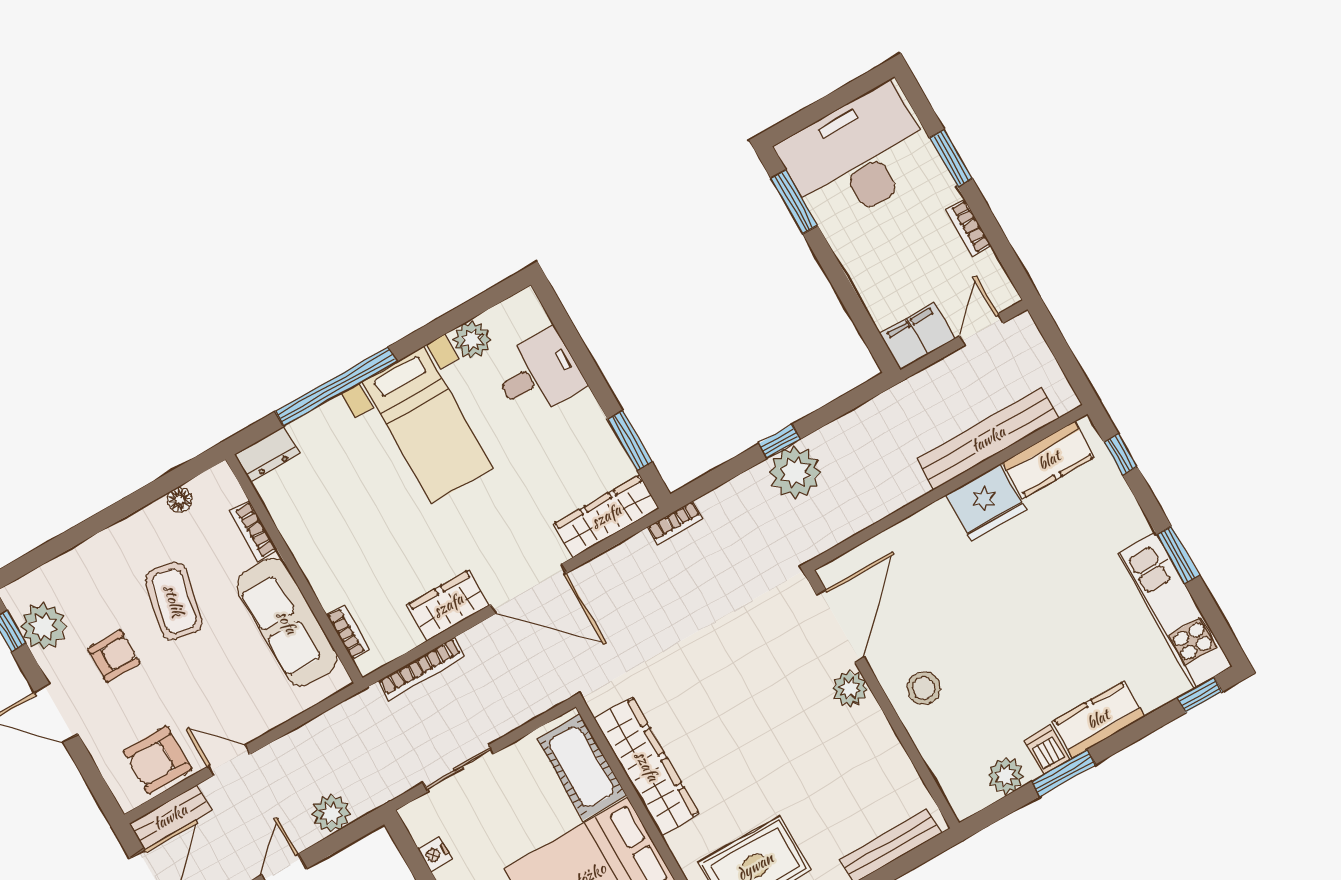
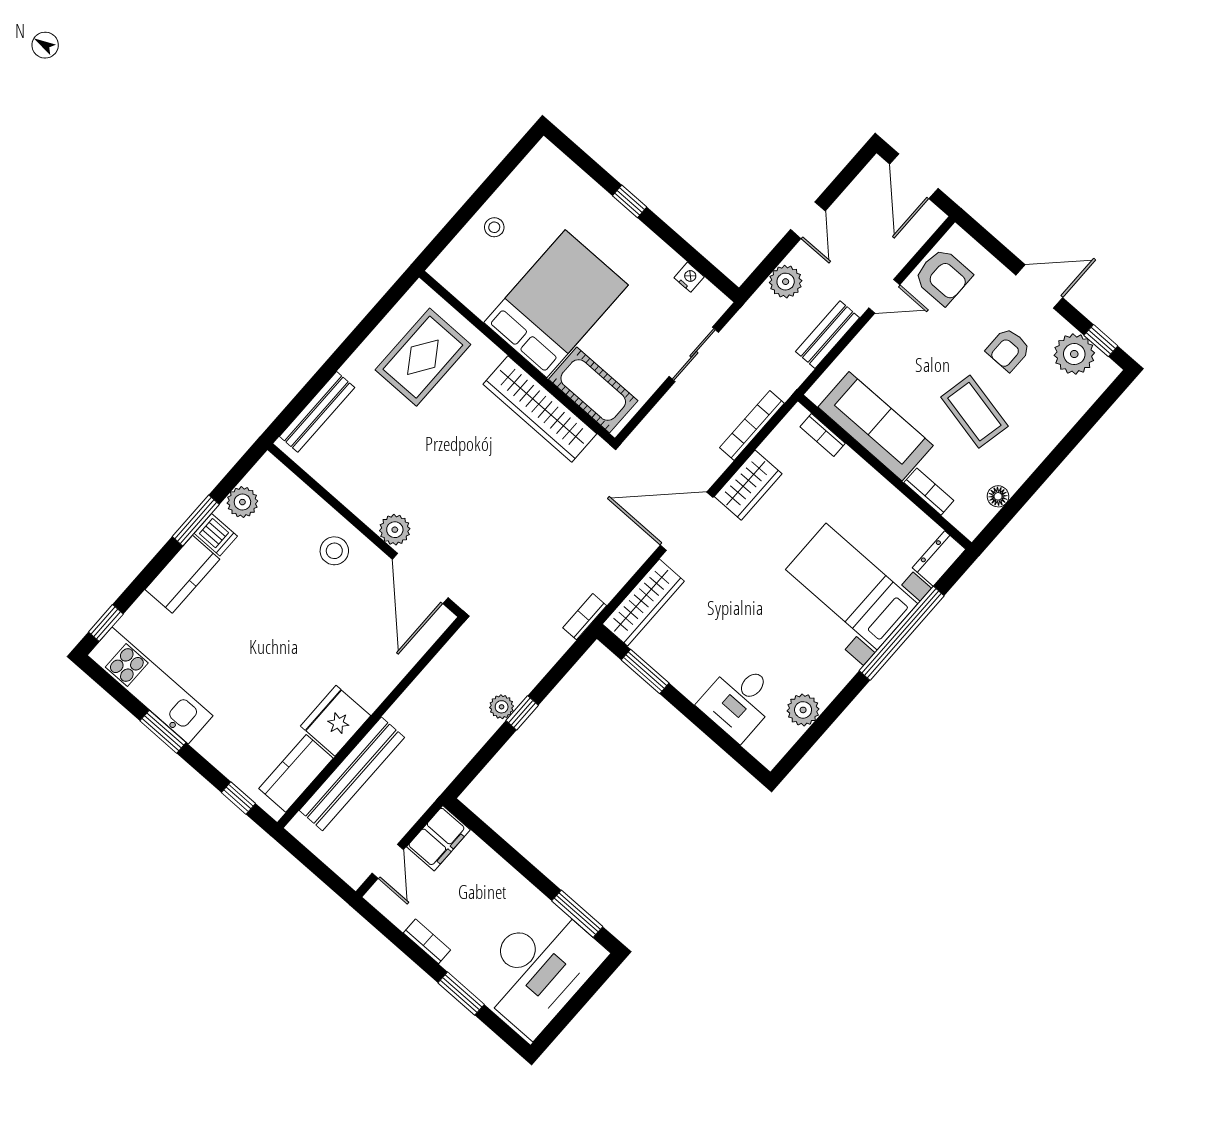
bed with nightstands: (428, 425) -> (852, 587), moved
plant: (795, 472) -> (502, 707), width x0.53, depth x0.53
armchair: (158, 760) -> (943, 277), turned 90
bench: (170, 817) -> (828, 335), moved

